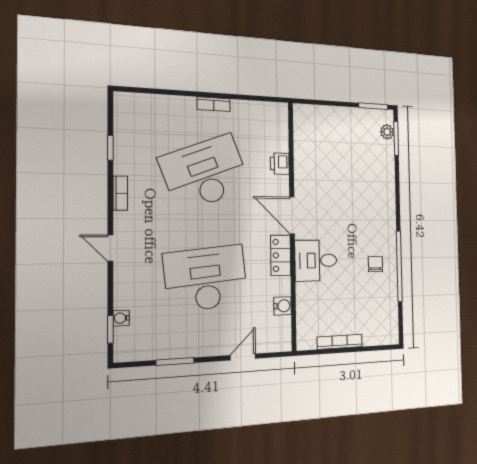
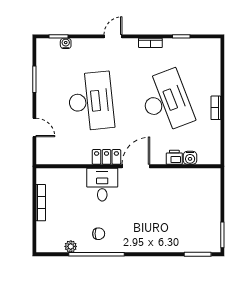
plant: (387, 132) -> (71, 246), moved
water cooler: (283, 306) -> (190, 158), moved

